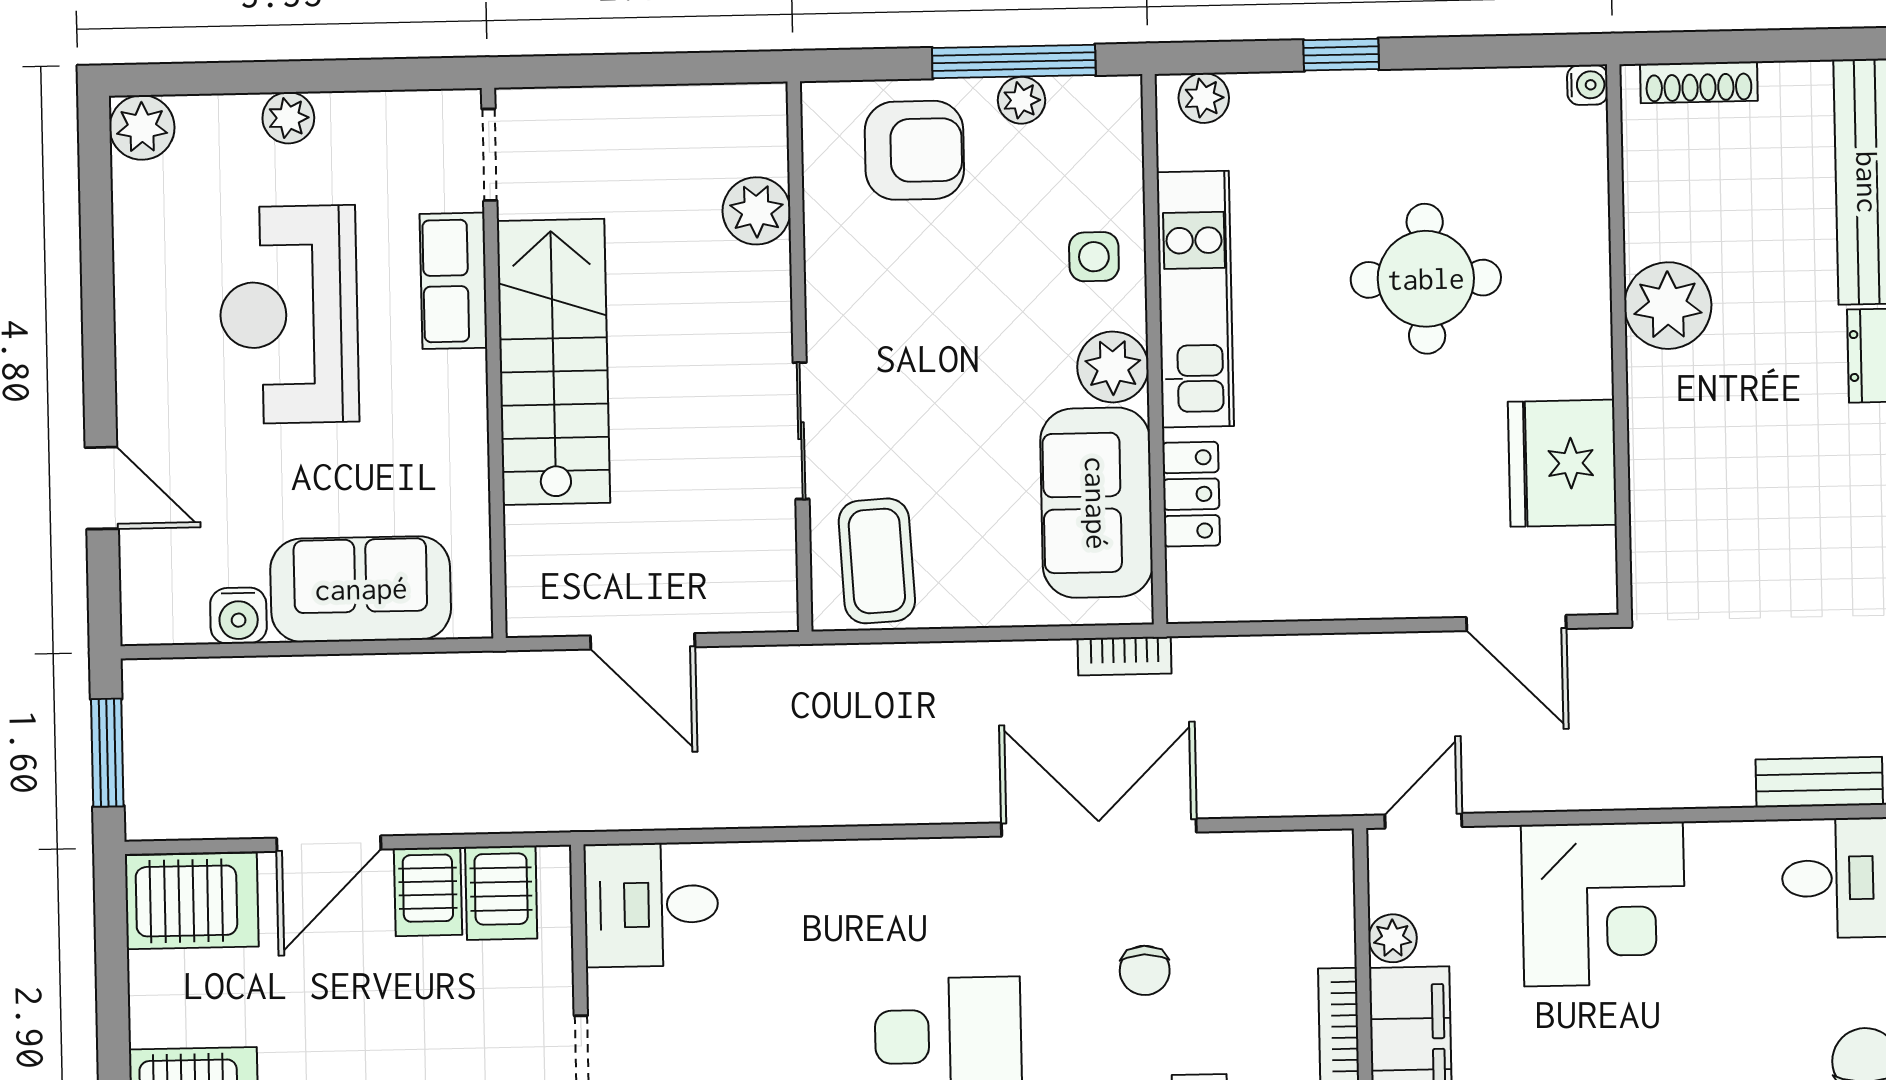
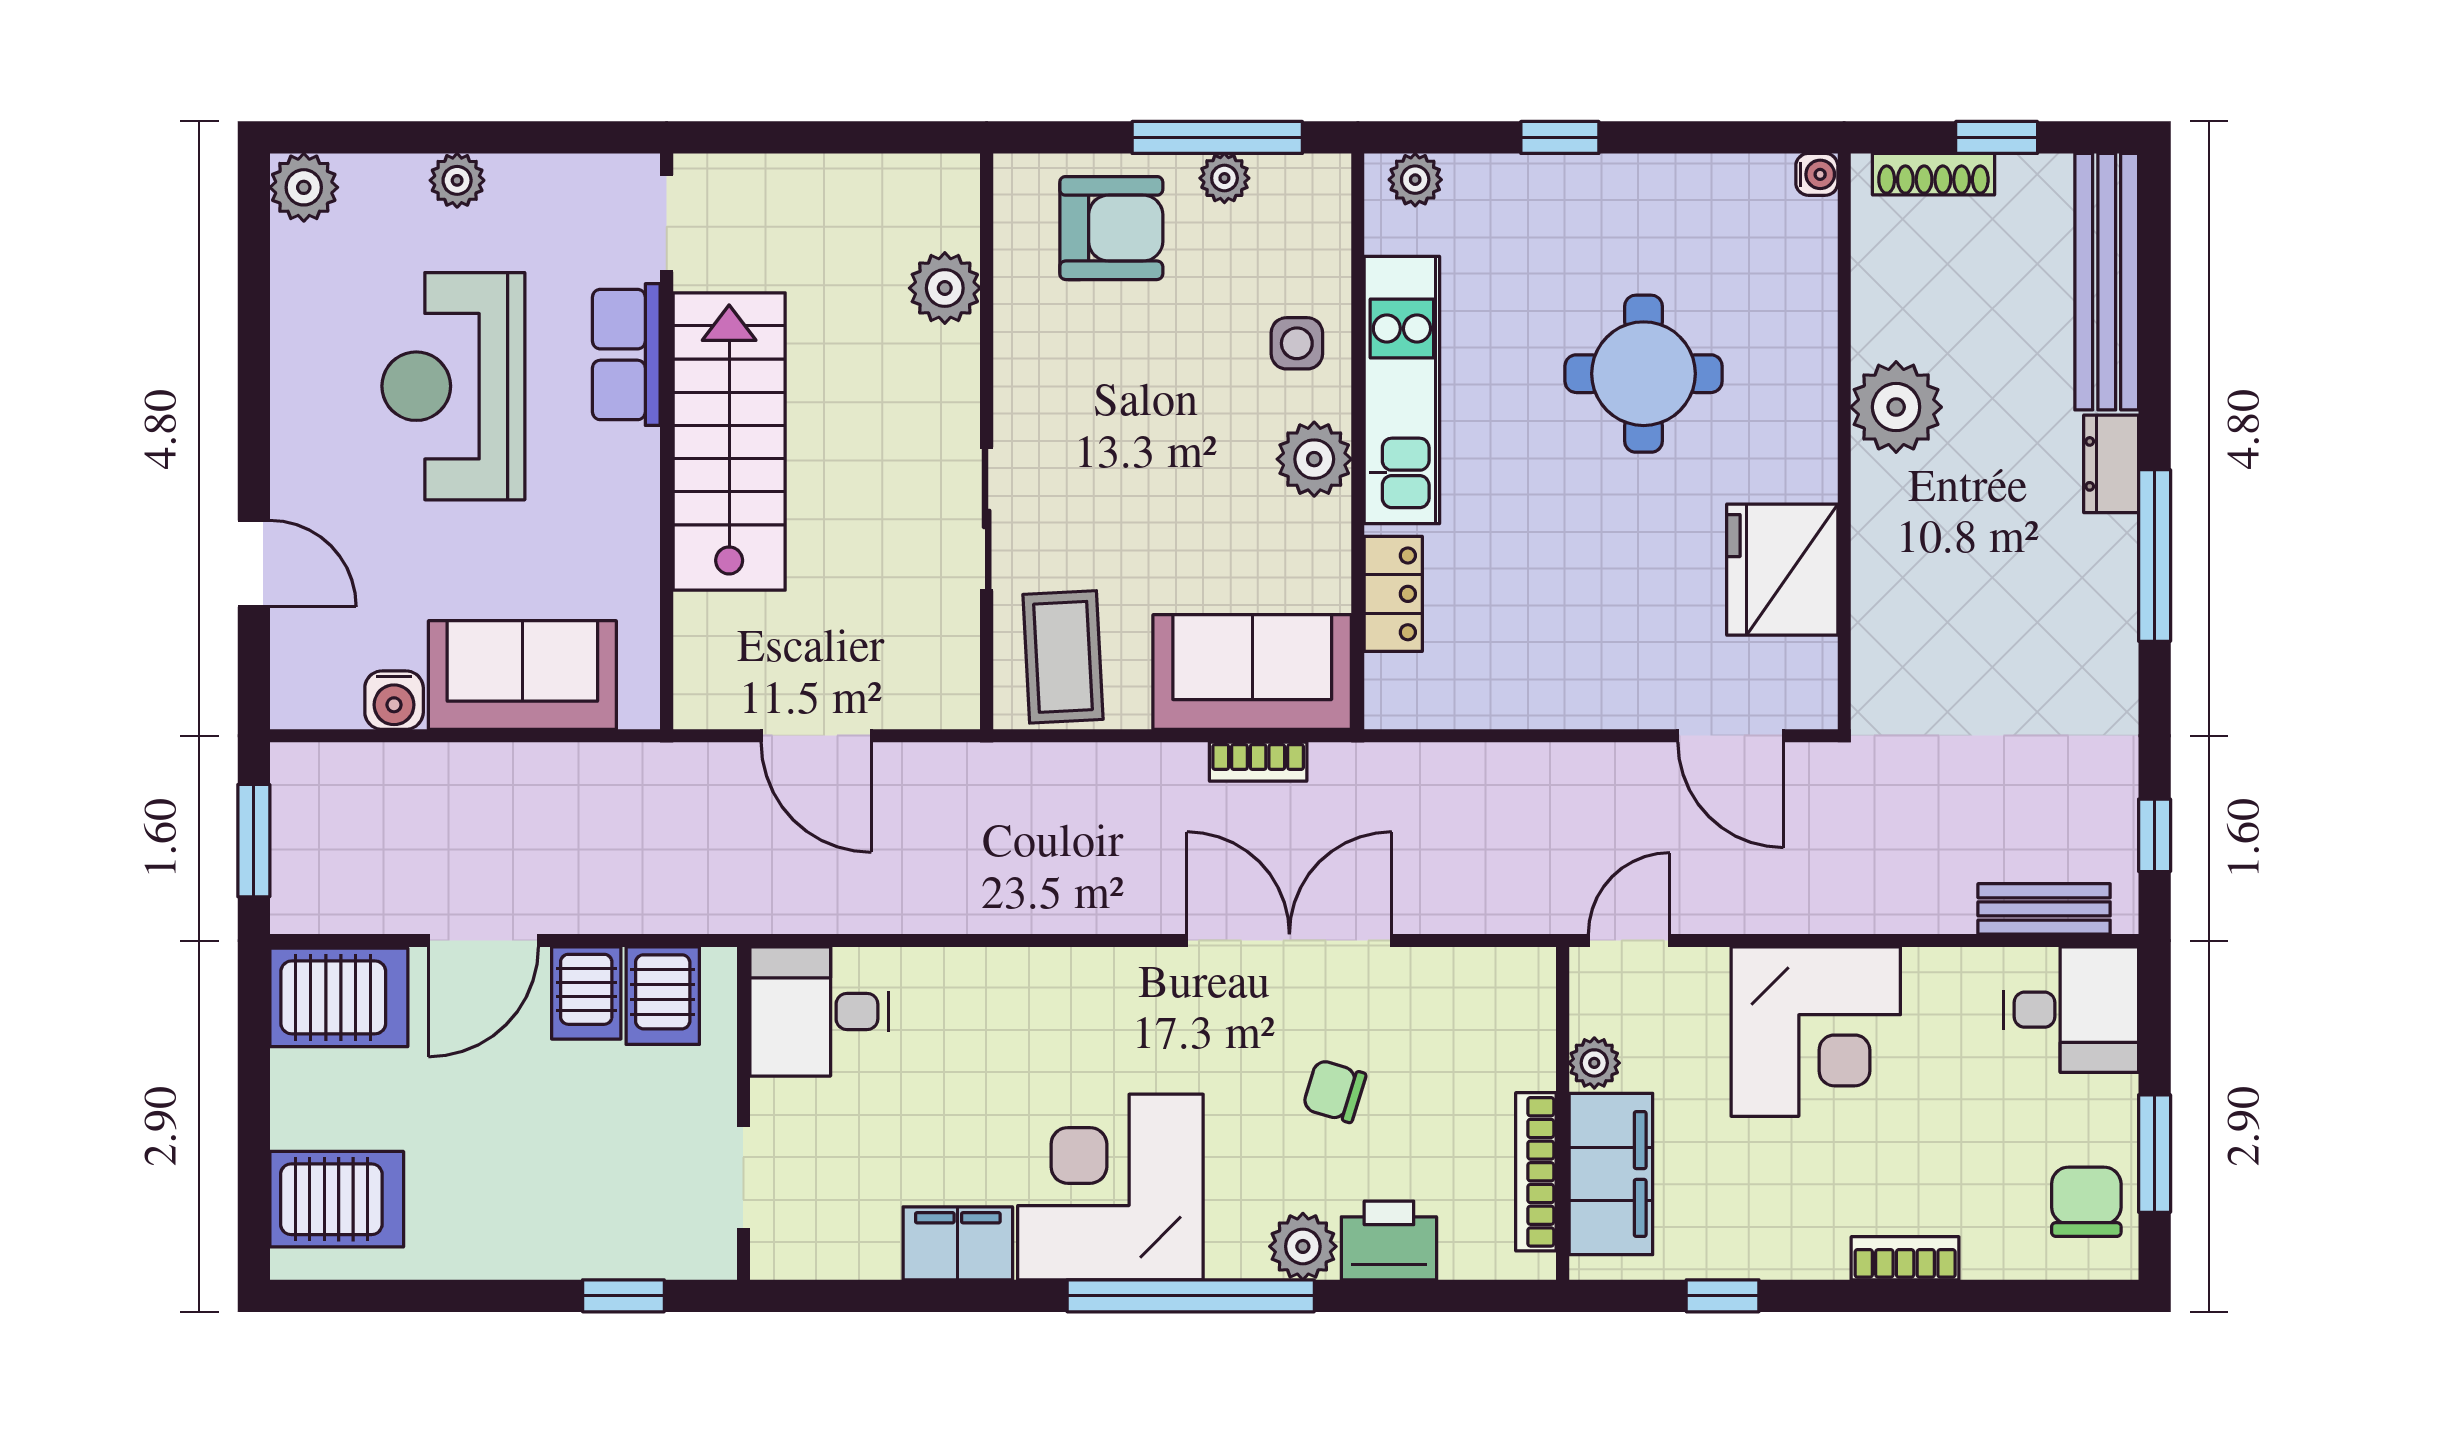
window: (1759, 46) -> (1997, 137), added
sofa: (1096, 503) -> (1252, 672), moved, turned 90
bookcase: (1125, 656) -> (1258, 762), moved
chair: (1145, 970) -> (1334, 1091), turned 107

